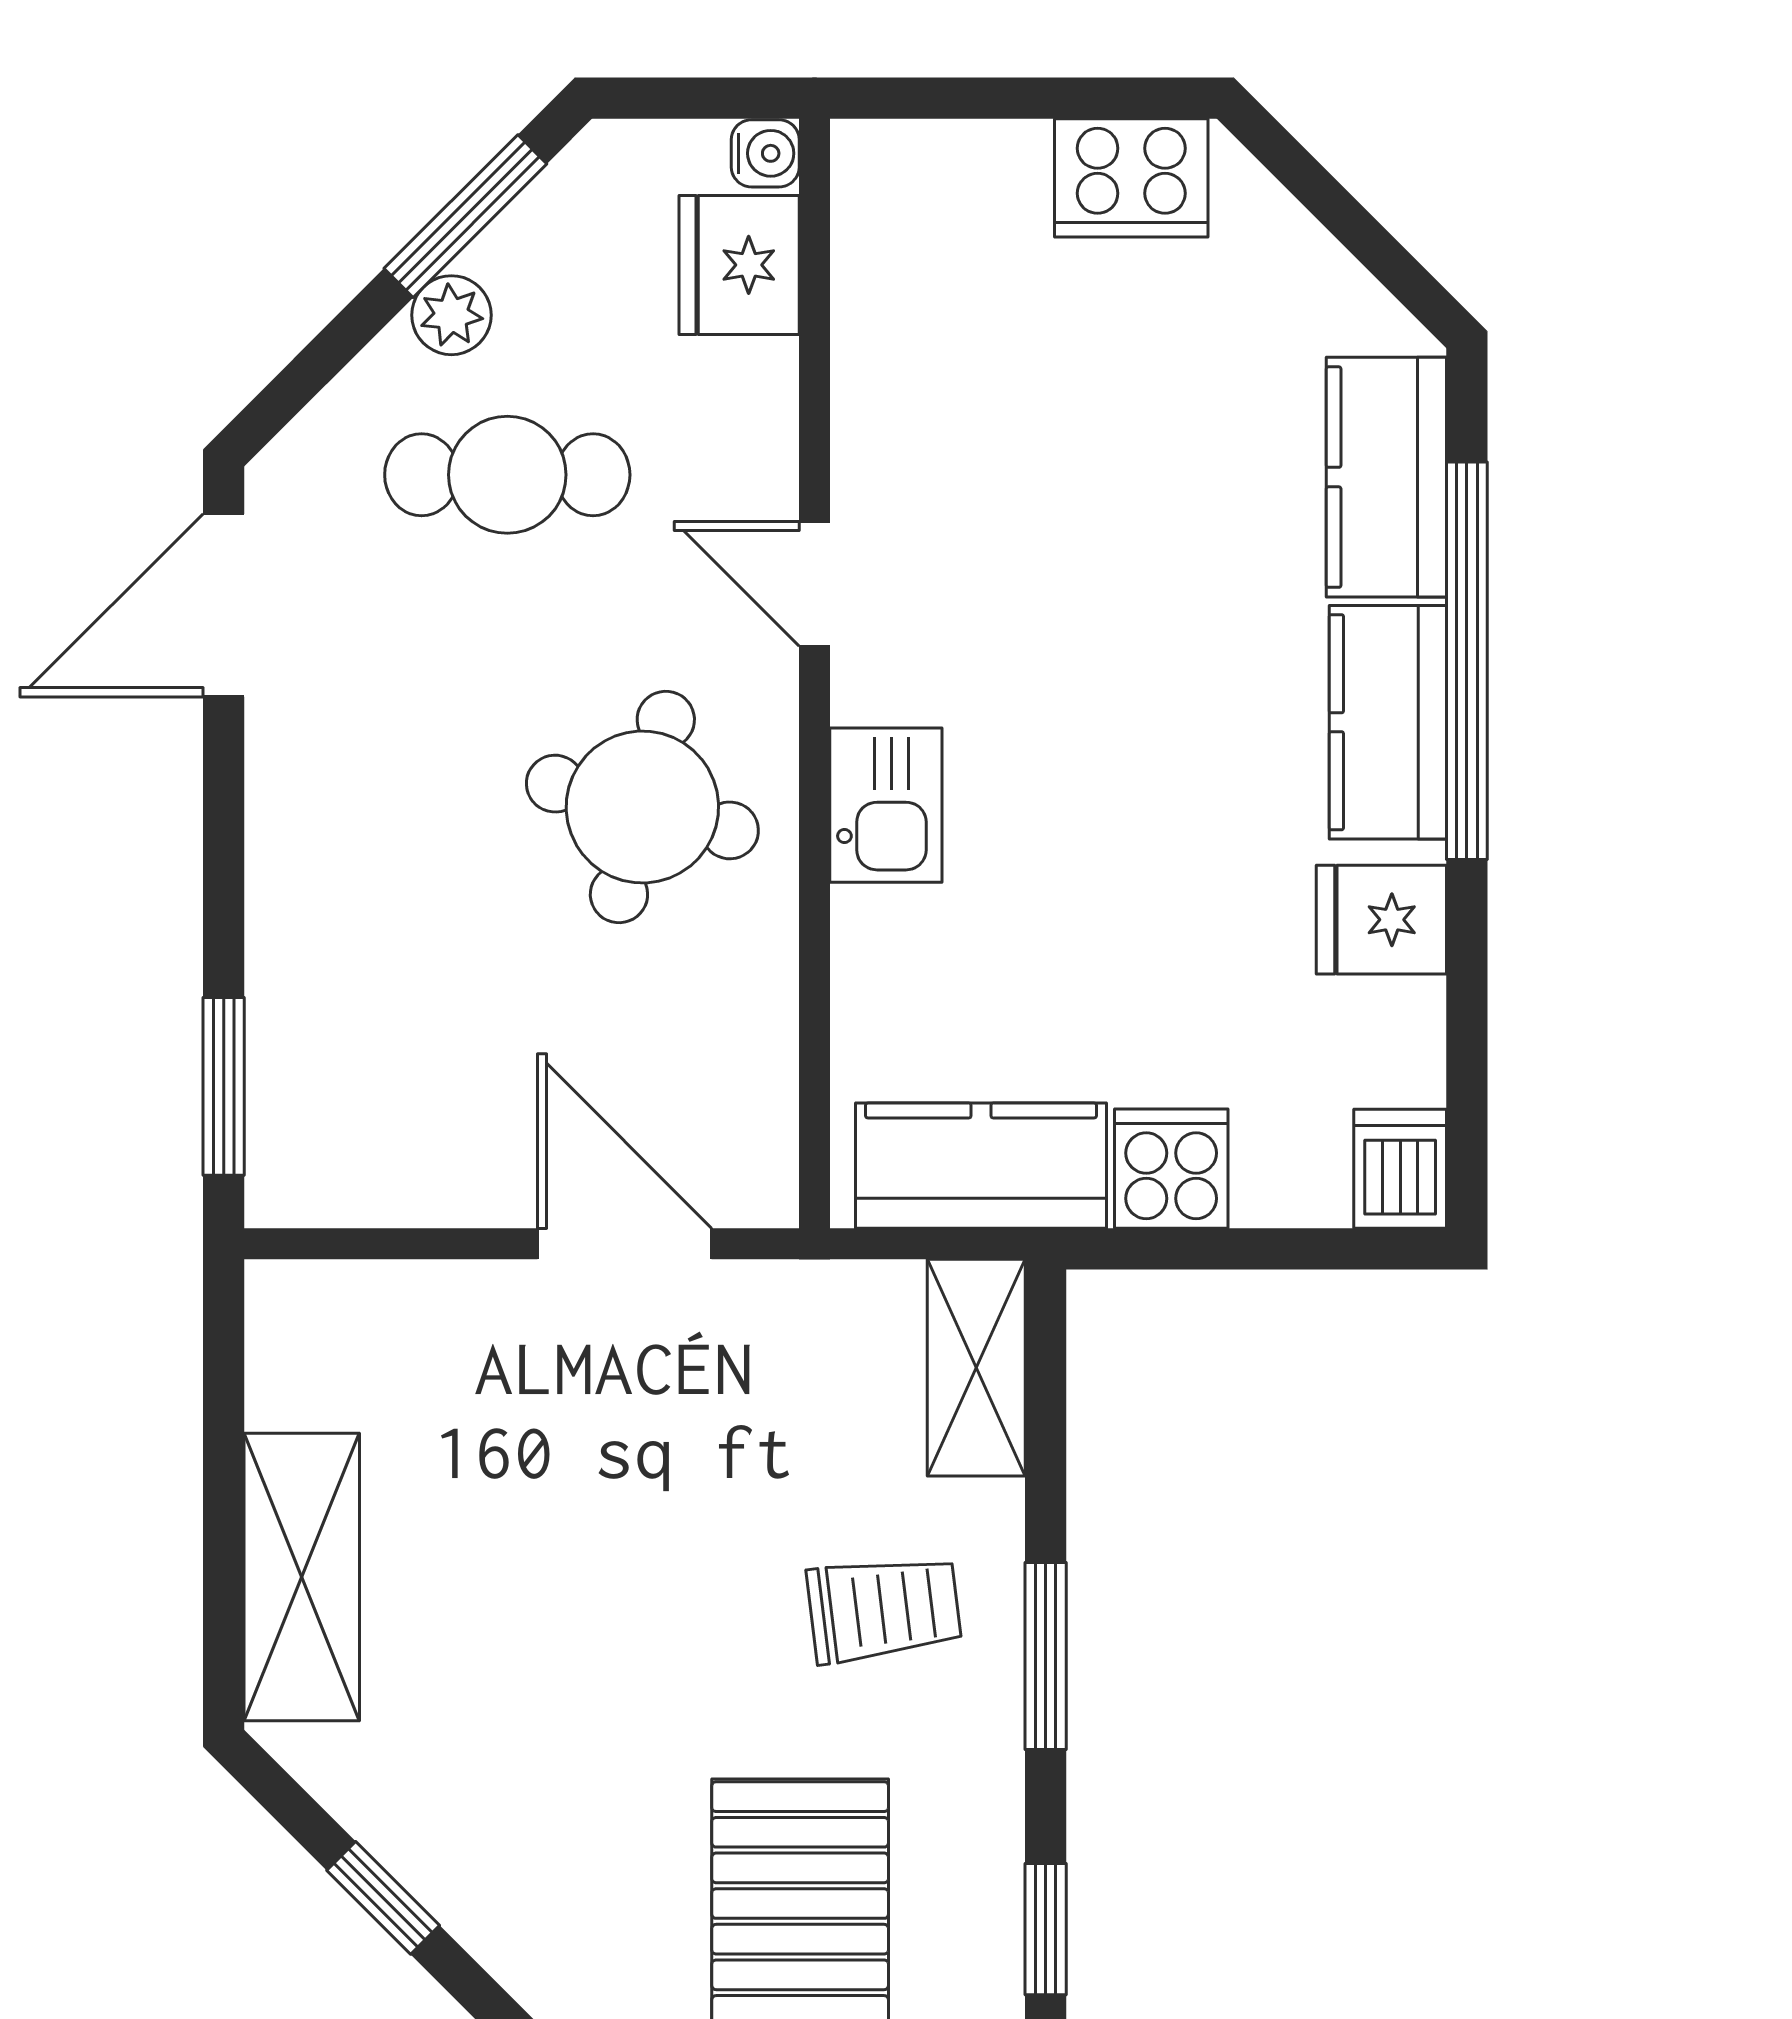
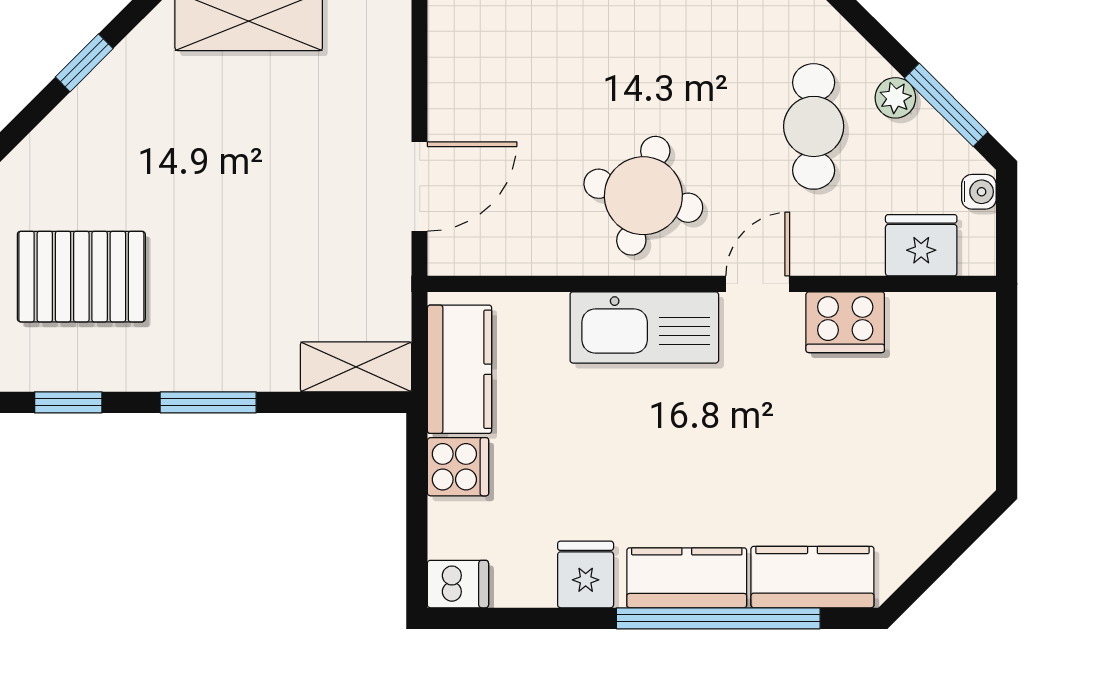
water cooler: (765, 153) -> (979, 192), moved, turned -90
cooker: (1131, 178) -> (845, 322), moved, turned -90
kitchen sink: (886, 805) -> (644, 327), width x1.88, depth x1.24
trolley: (884, 1609) -> (232, 320), removed

